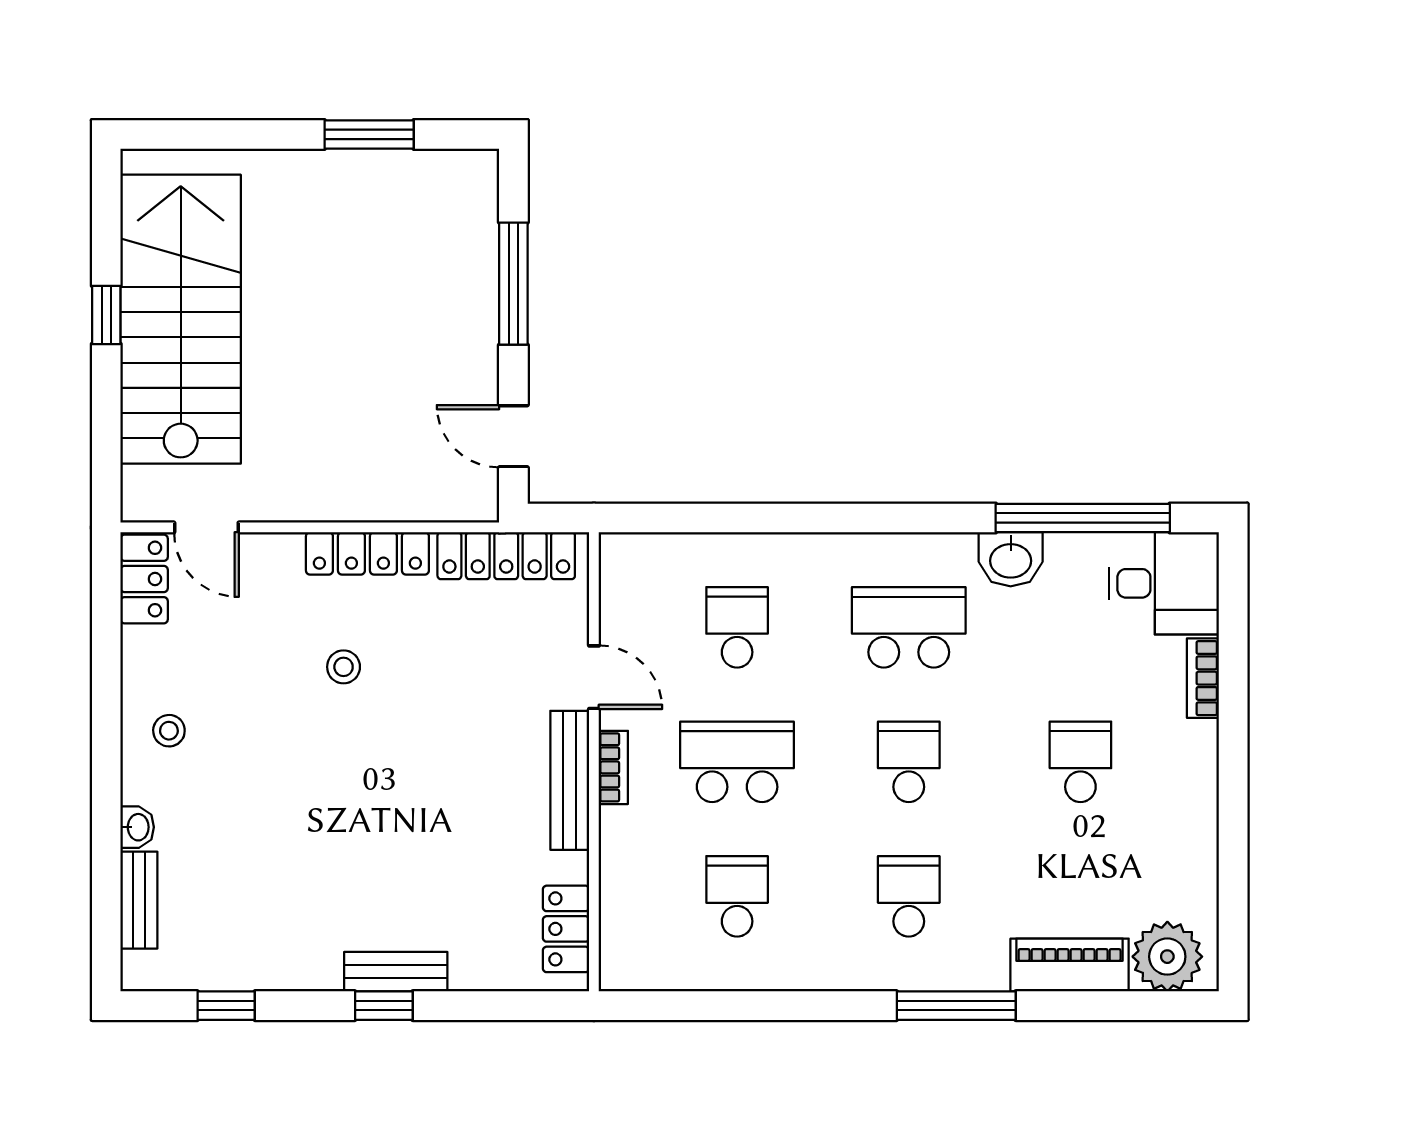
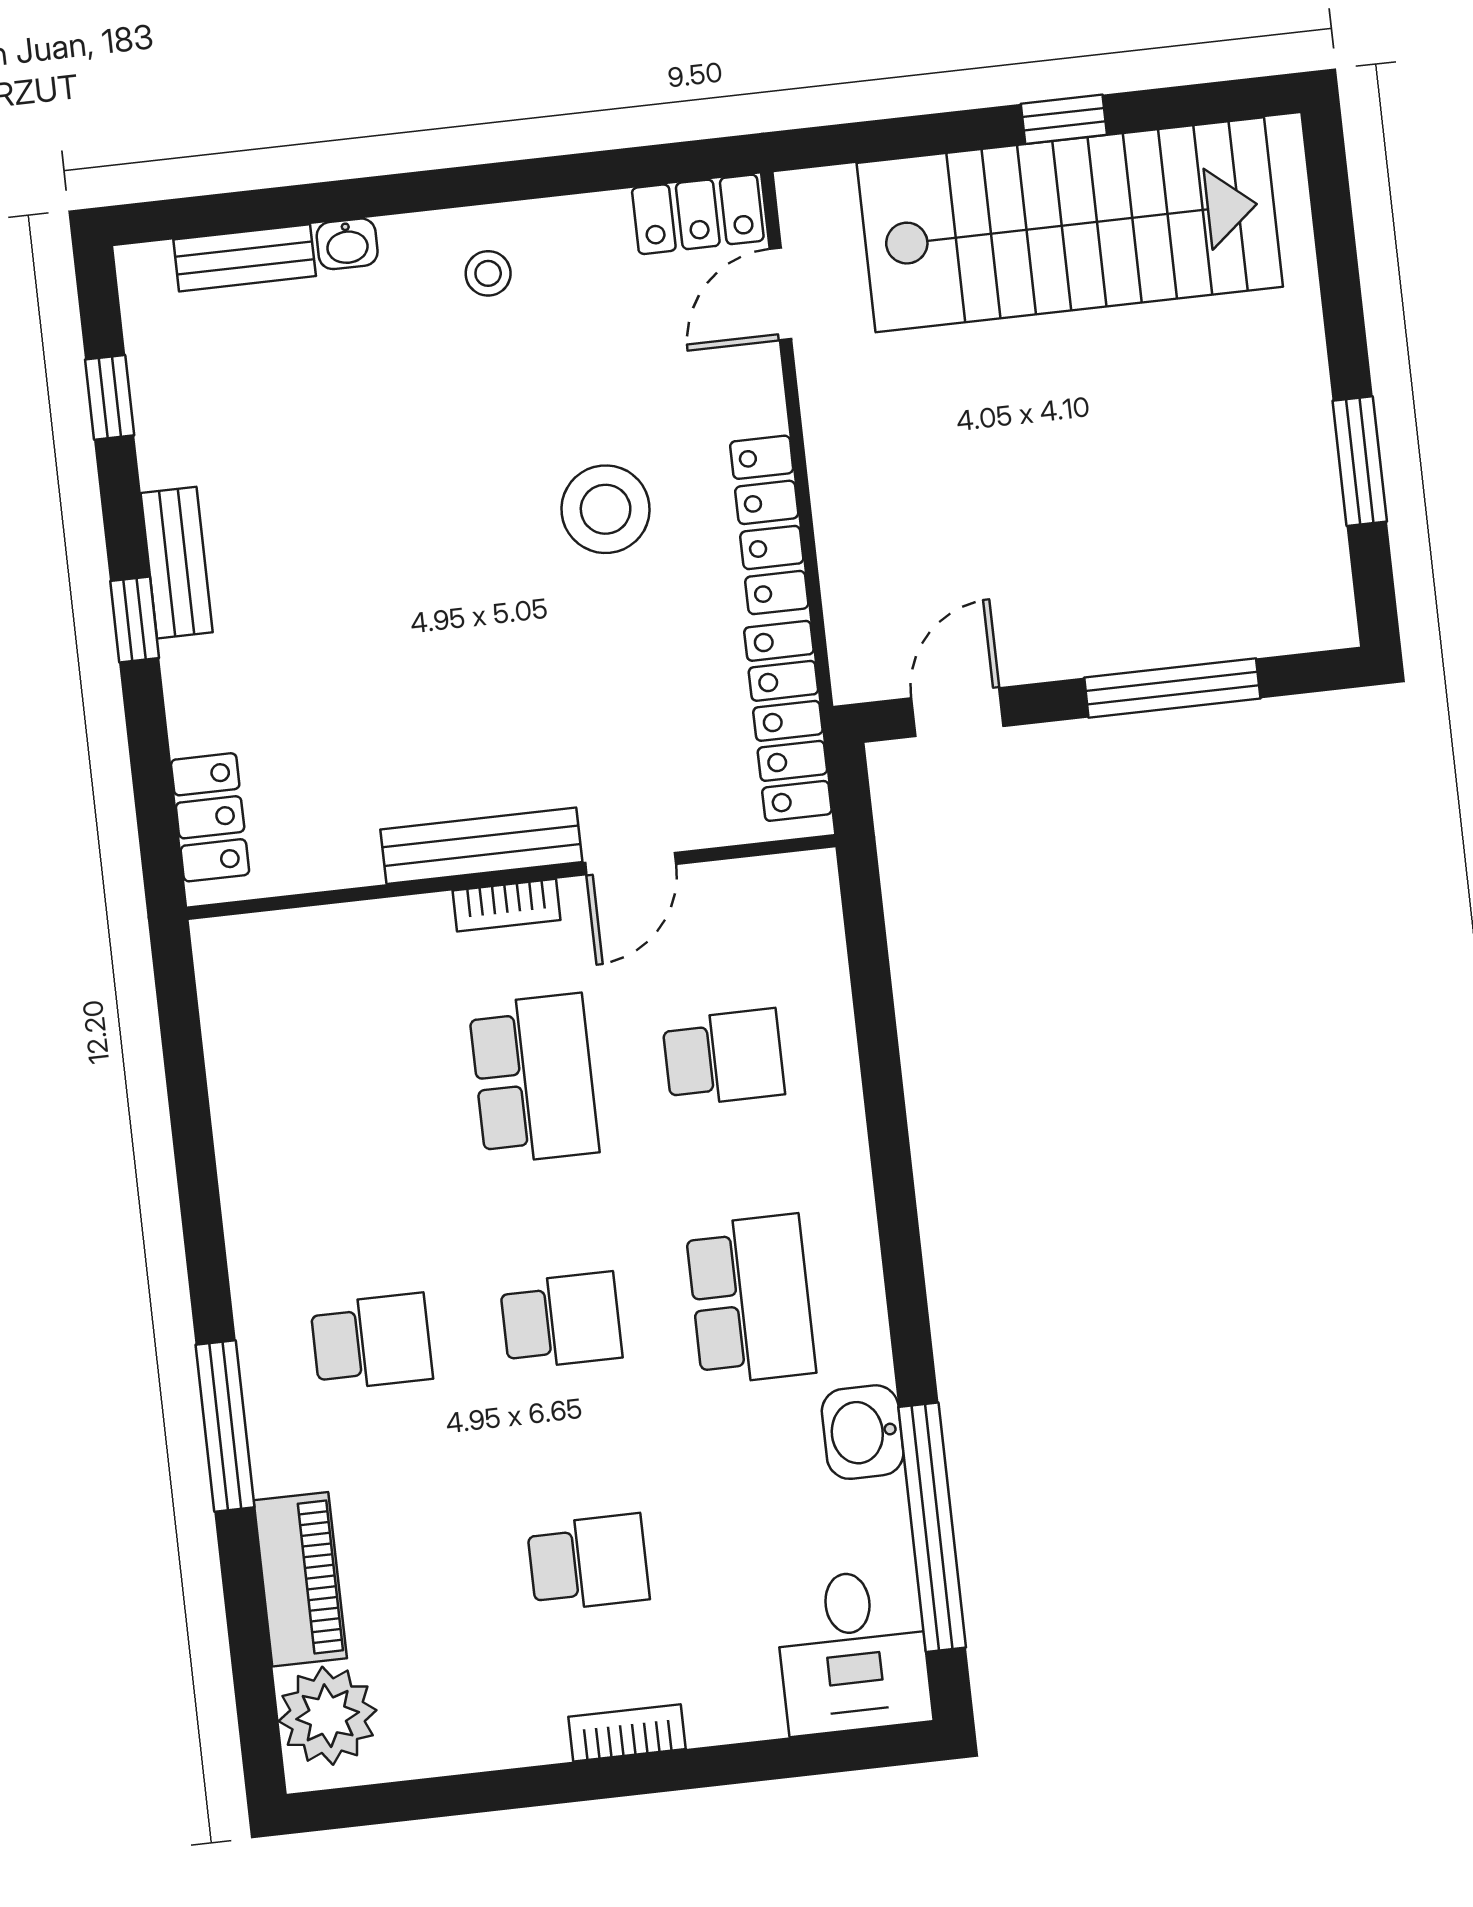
stool: (344, 667) -> (606, 509), width x1.89, depth x1.89
bookcase: (1203, 678) -> (627, 1733), moved
school desk: (737, 896) -> (344, 1100), removed
locker: (566, 929) -> (210, 817), moved, turned 90
bench: (396, 972) -> (177, 563), moved

